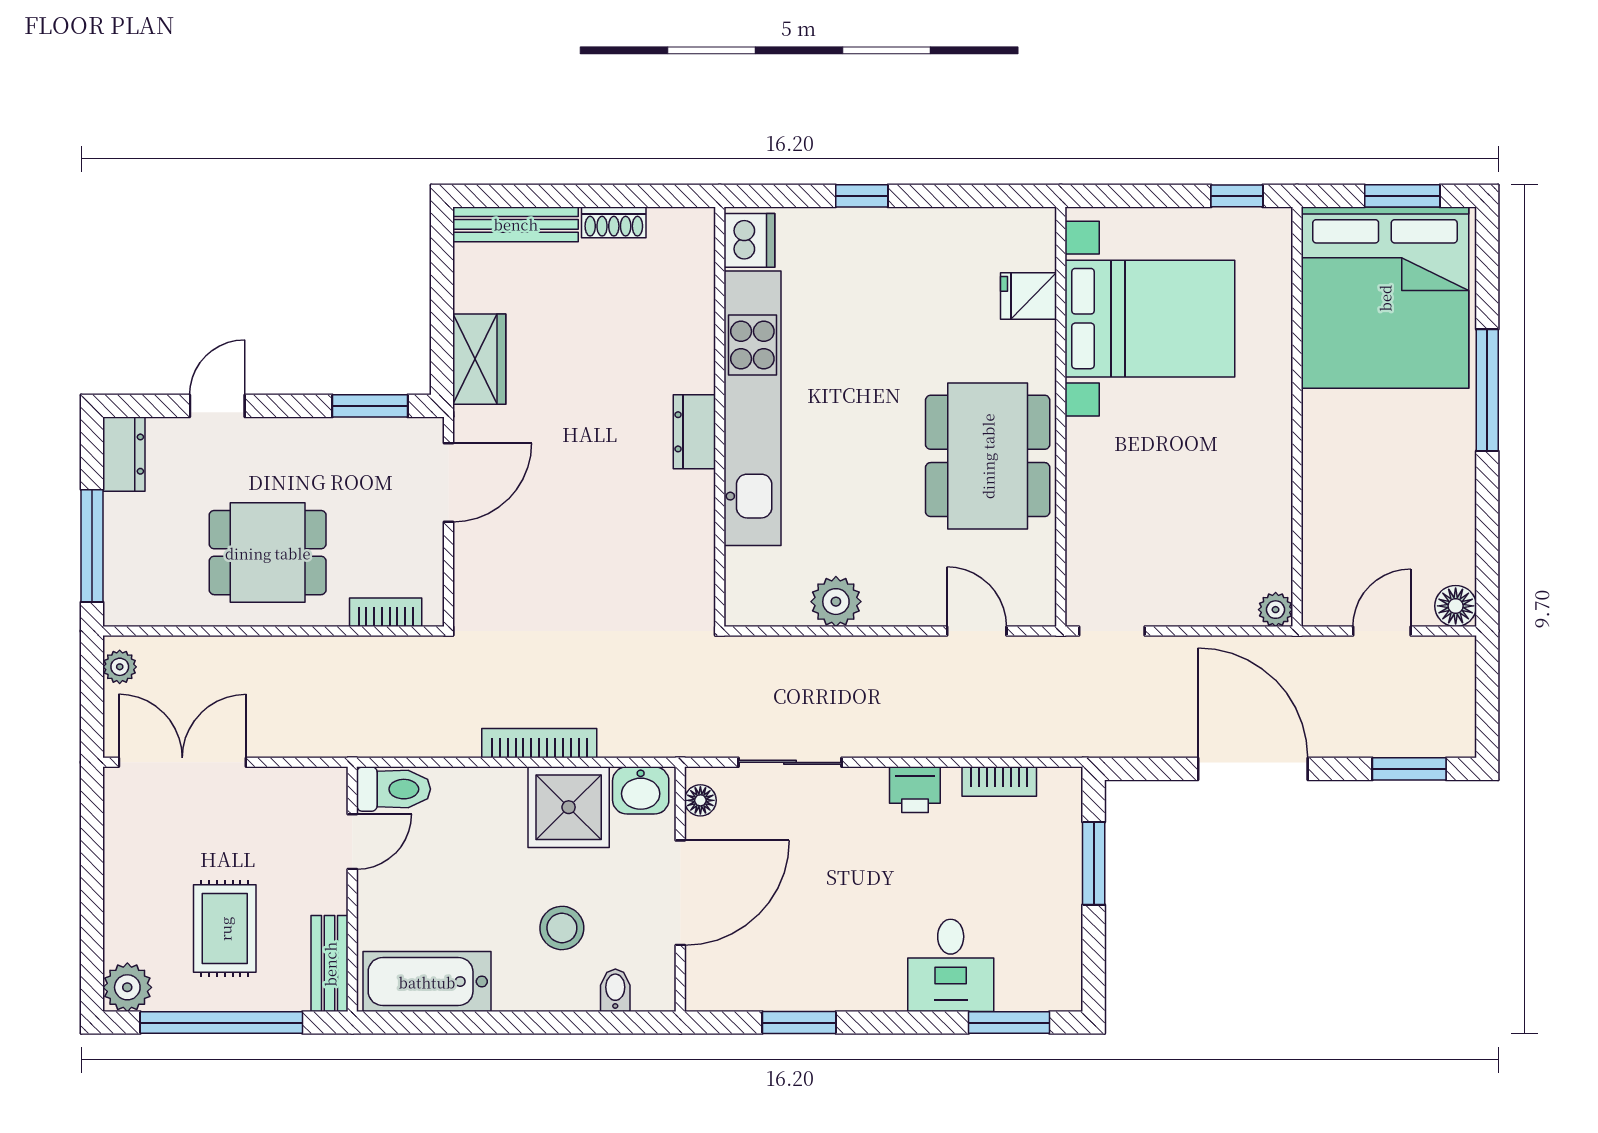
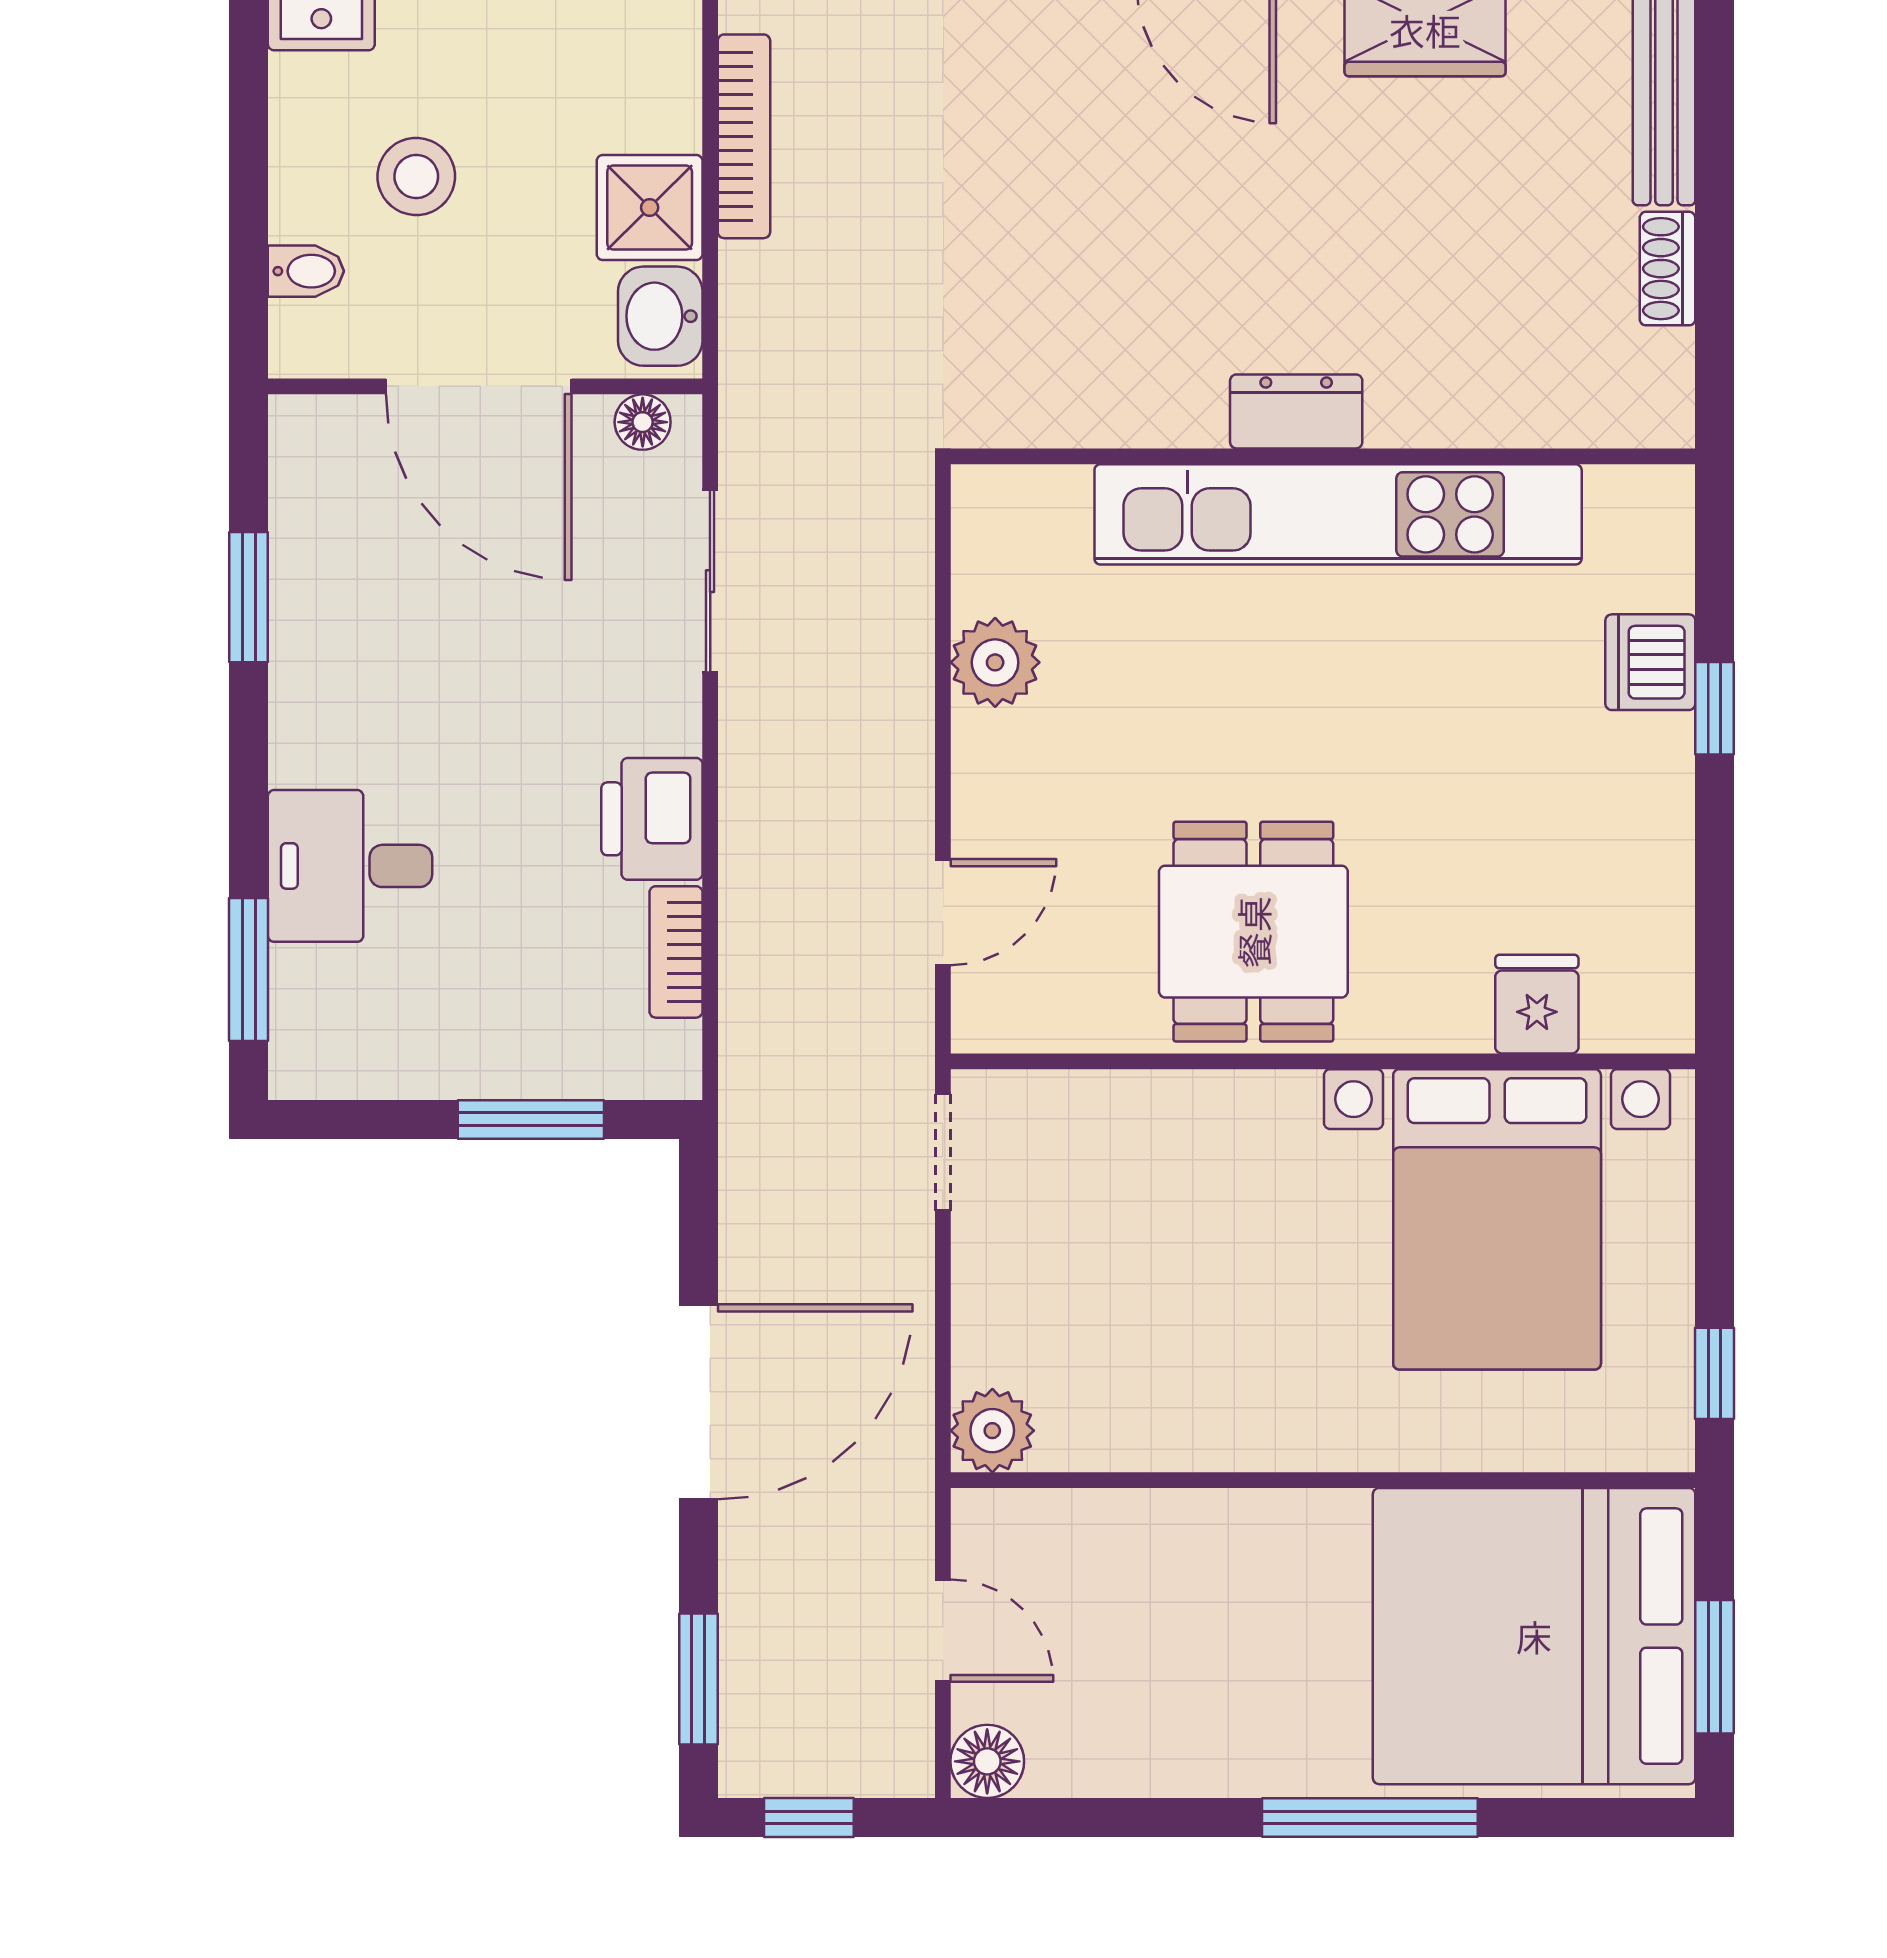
dishwasher: (749, 240) -> (1650, 662), moved, turned 90
dining table: (988, 456) -> (1253, 932), width x0.73
plant: (1276, 610) -> (992, 1431), width x1.38, depth x1.38
window: (1487, 707) -> (809, 1818), added
printer: (915, 790) -> (652, 819), width x1.36, depth x1.24
shower: (569, 807) -> (650, 208), width x0.73, depth x0.73

